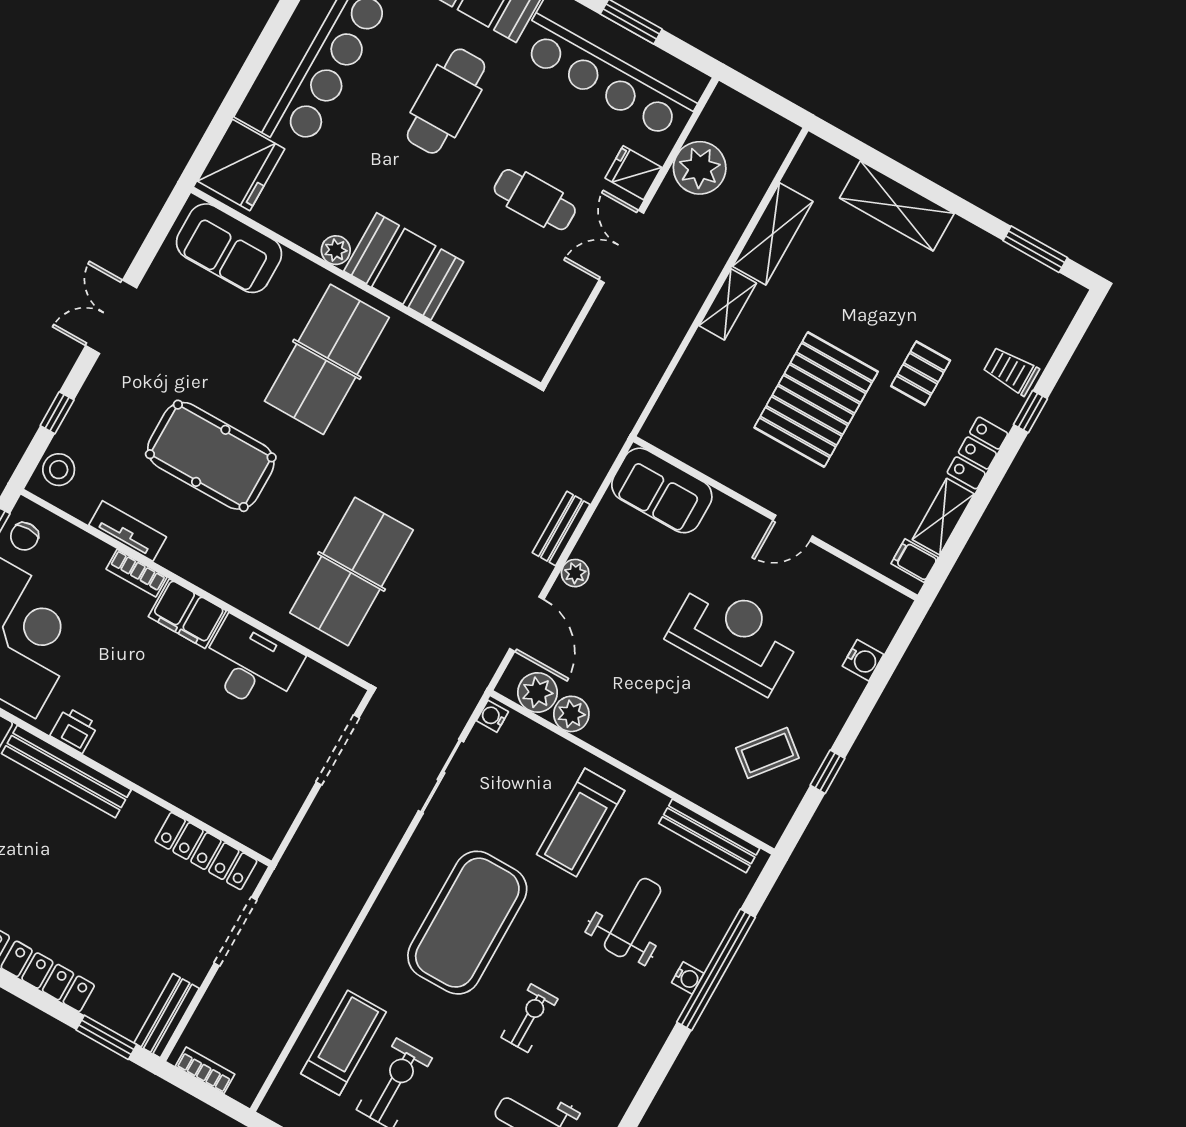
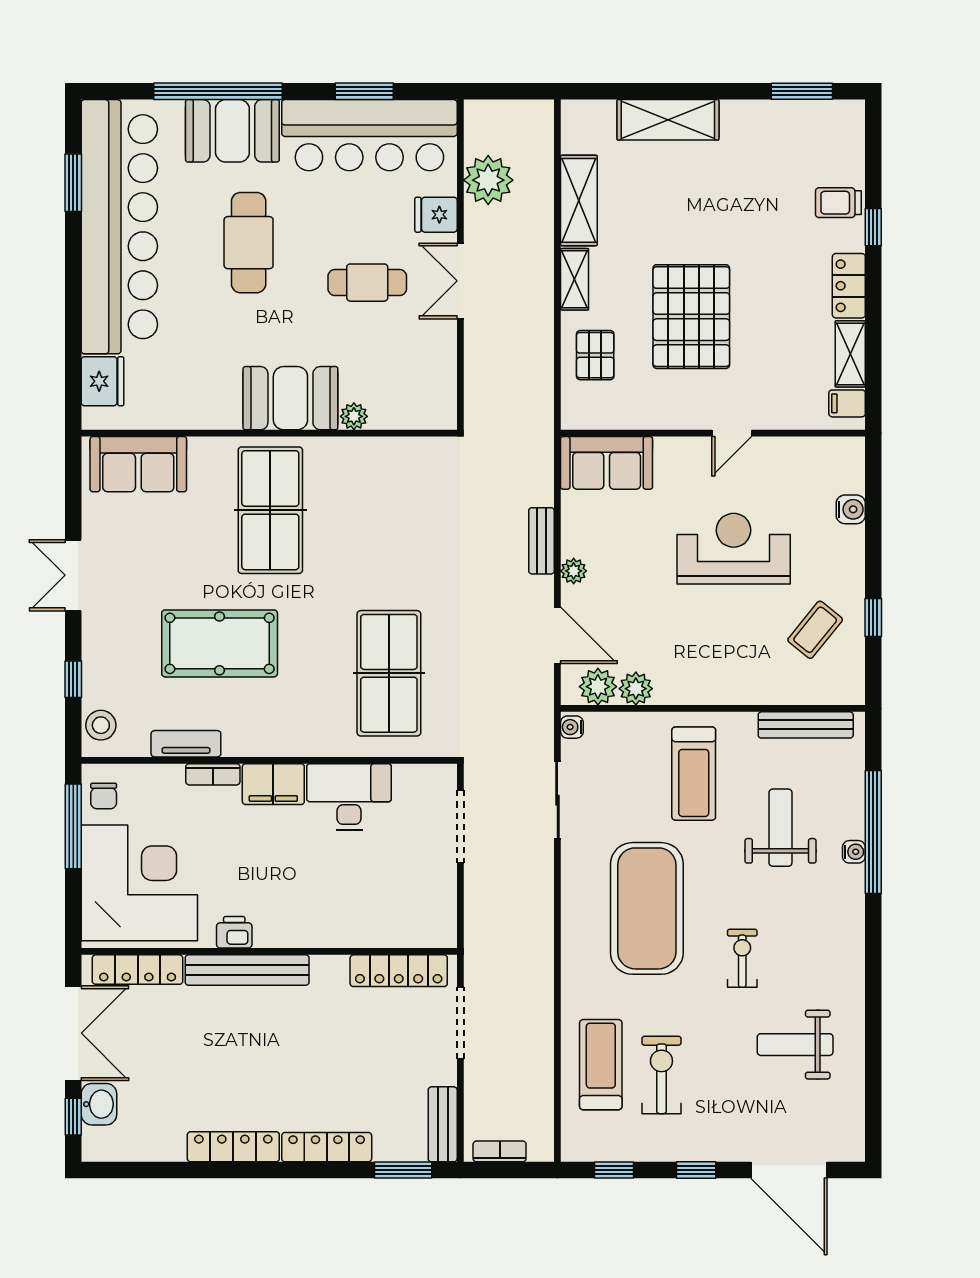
fridge: (241, 165) -> (102, 381), width x0.73, depth x0.75
plant: (336, 250) -> (354, 416), moved
pallet: (921, 373) -> (595, 355), moved

